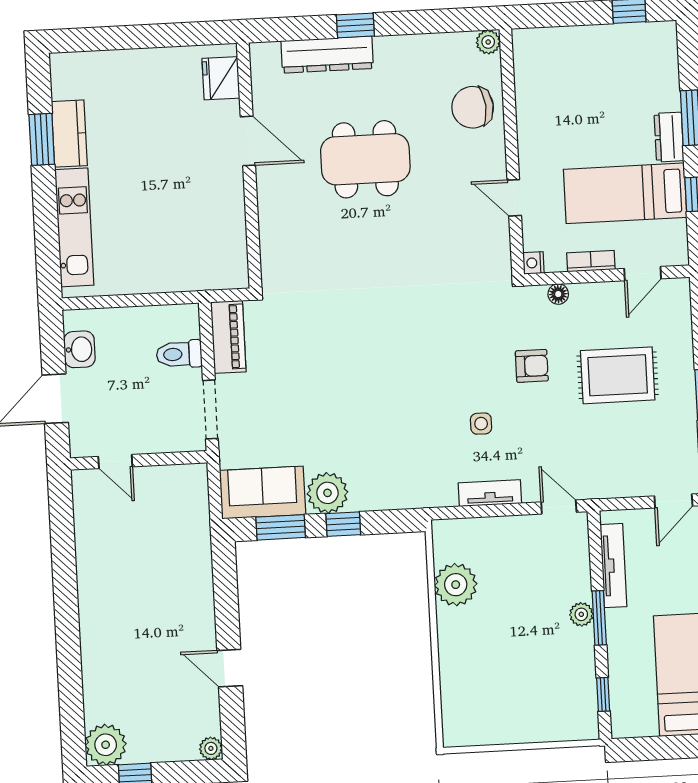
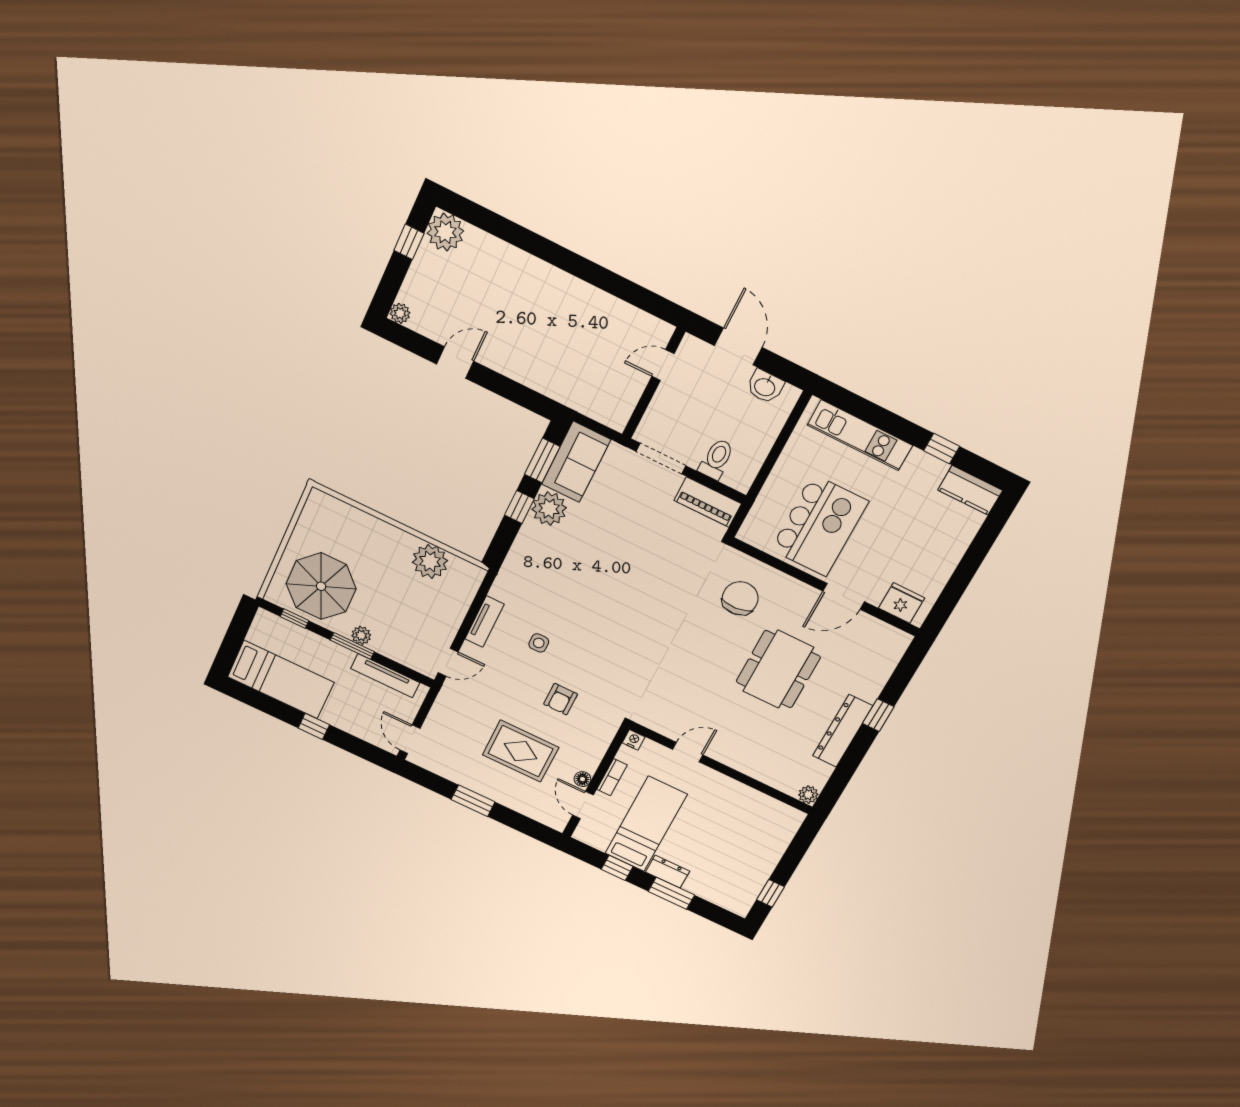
dresser: (327, 55) -> (843, 731), moved
chair: (473, 107) -> (740, 598), moved
kitchen counter: (69, 134) -> (970, 490), moved
window: (42, 139) -> (942, 449), width x0.67
kitchen island: (188, 211) -> (819, 526), added
floor lamp: (558, 294) -> (582, 779), moved
rug: (618, 375) -> (521, 751), turned 90
parasol: (550, 684) -> (321, 586), added

